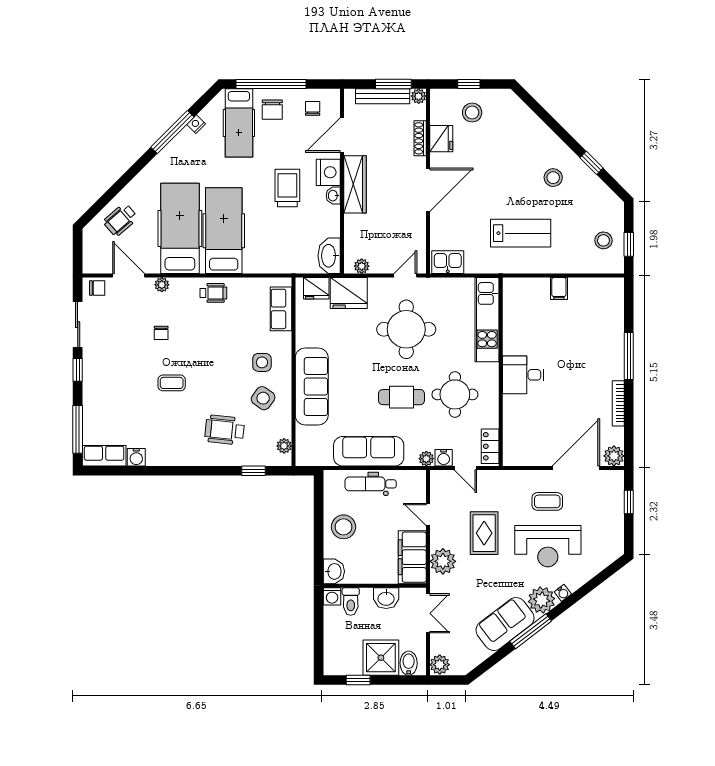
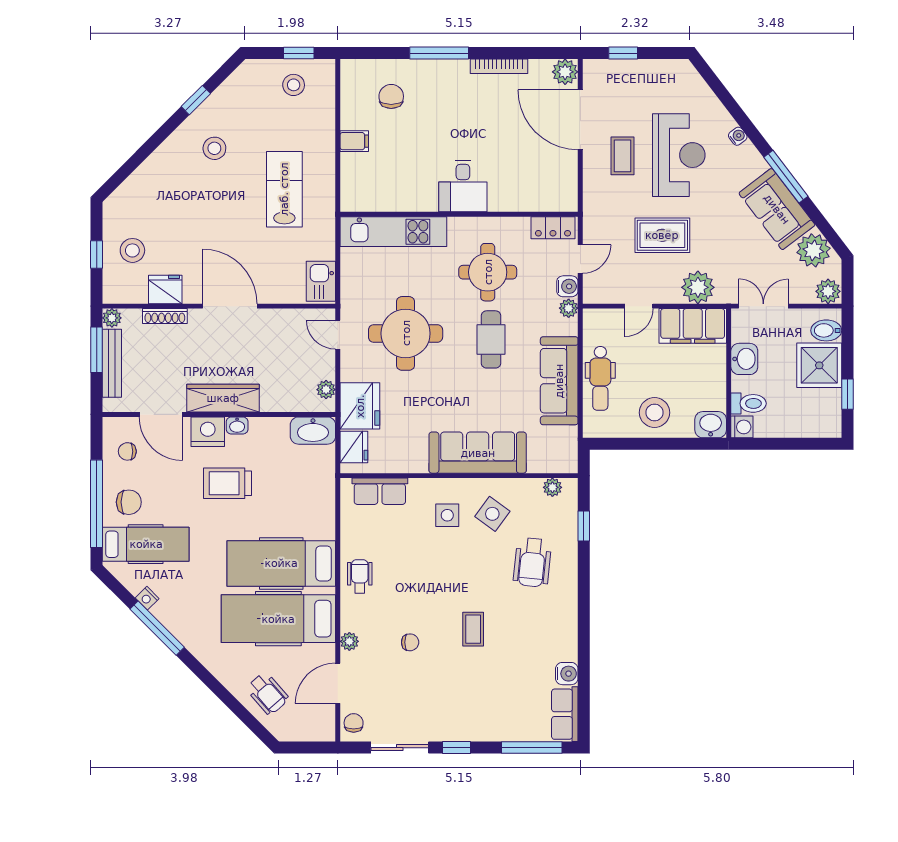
chair: (594, 318) -> (391, 96), added
plant: (542, 600) -> (813, 250), moved

